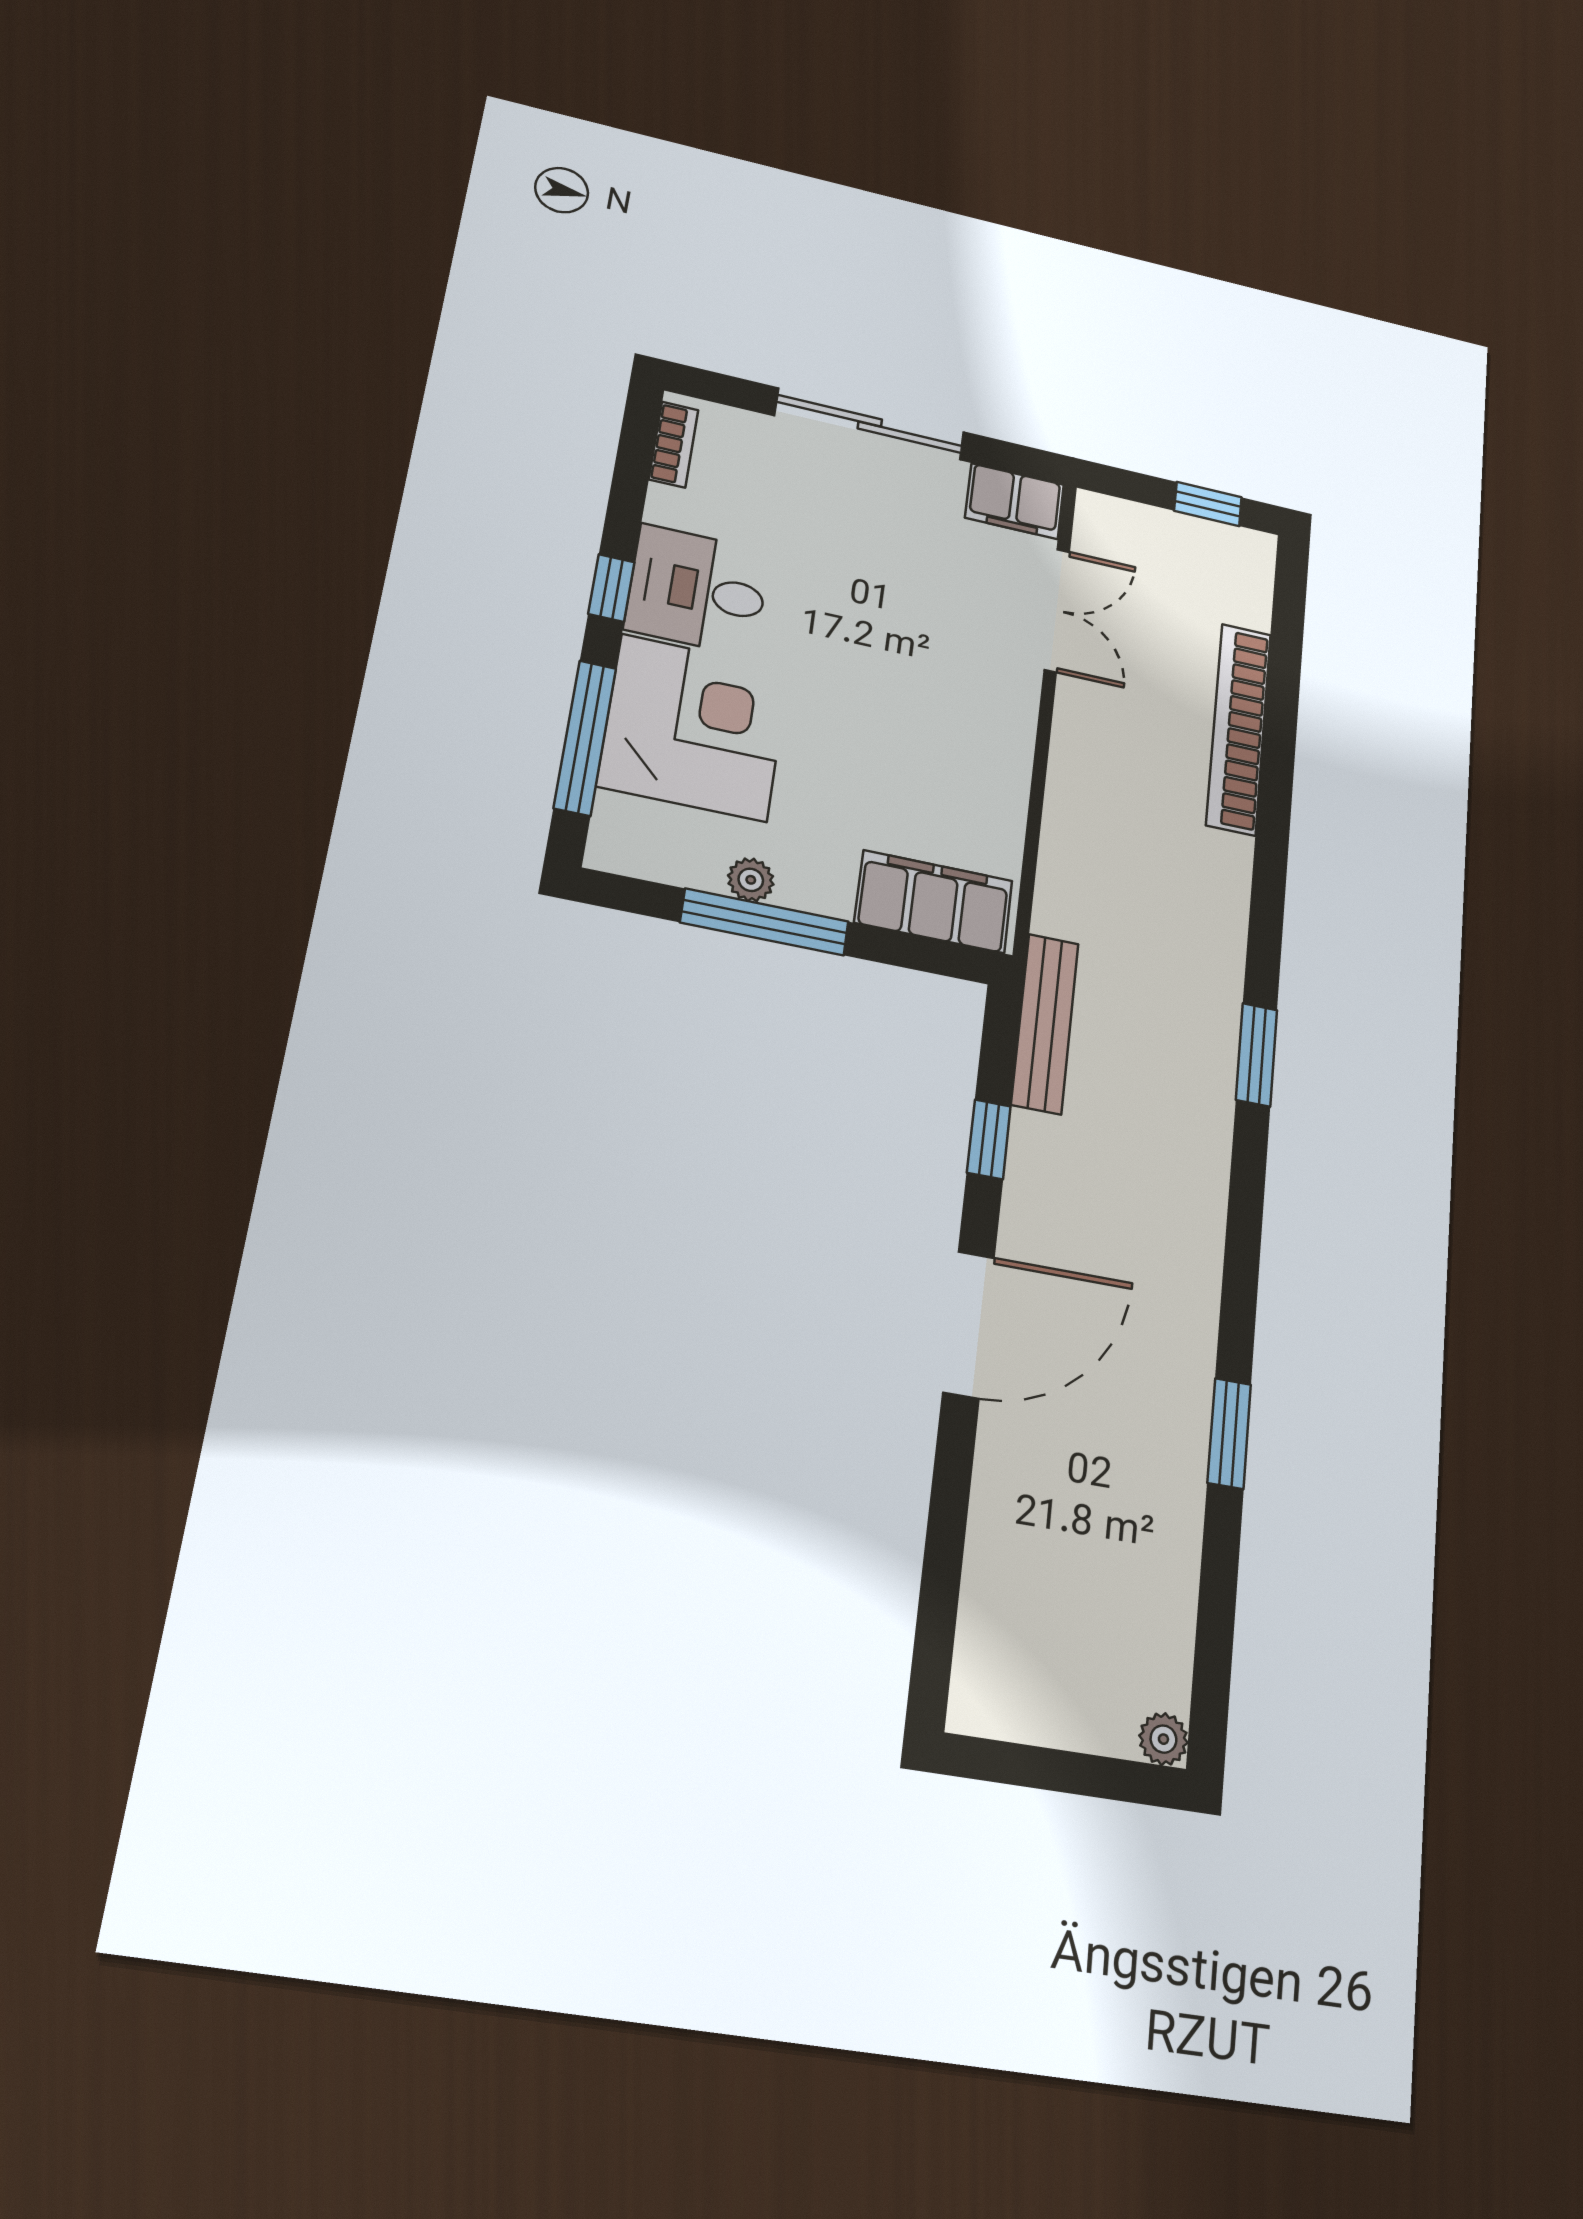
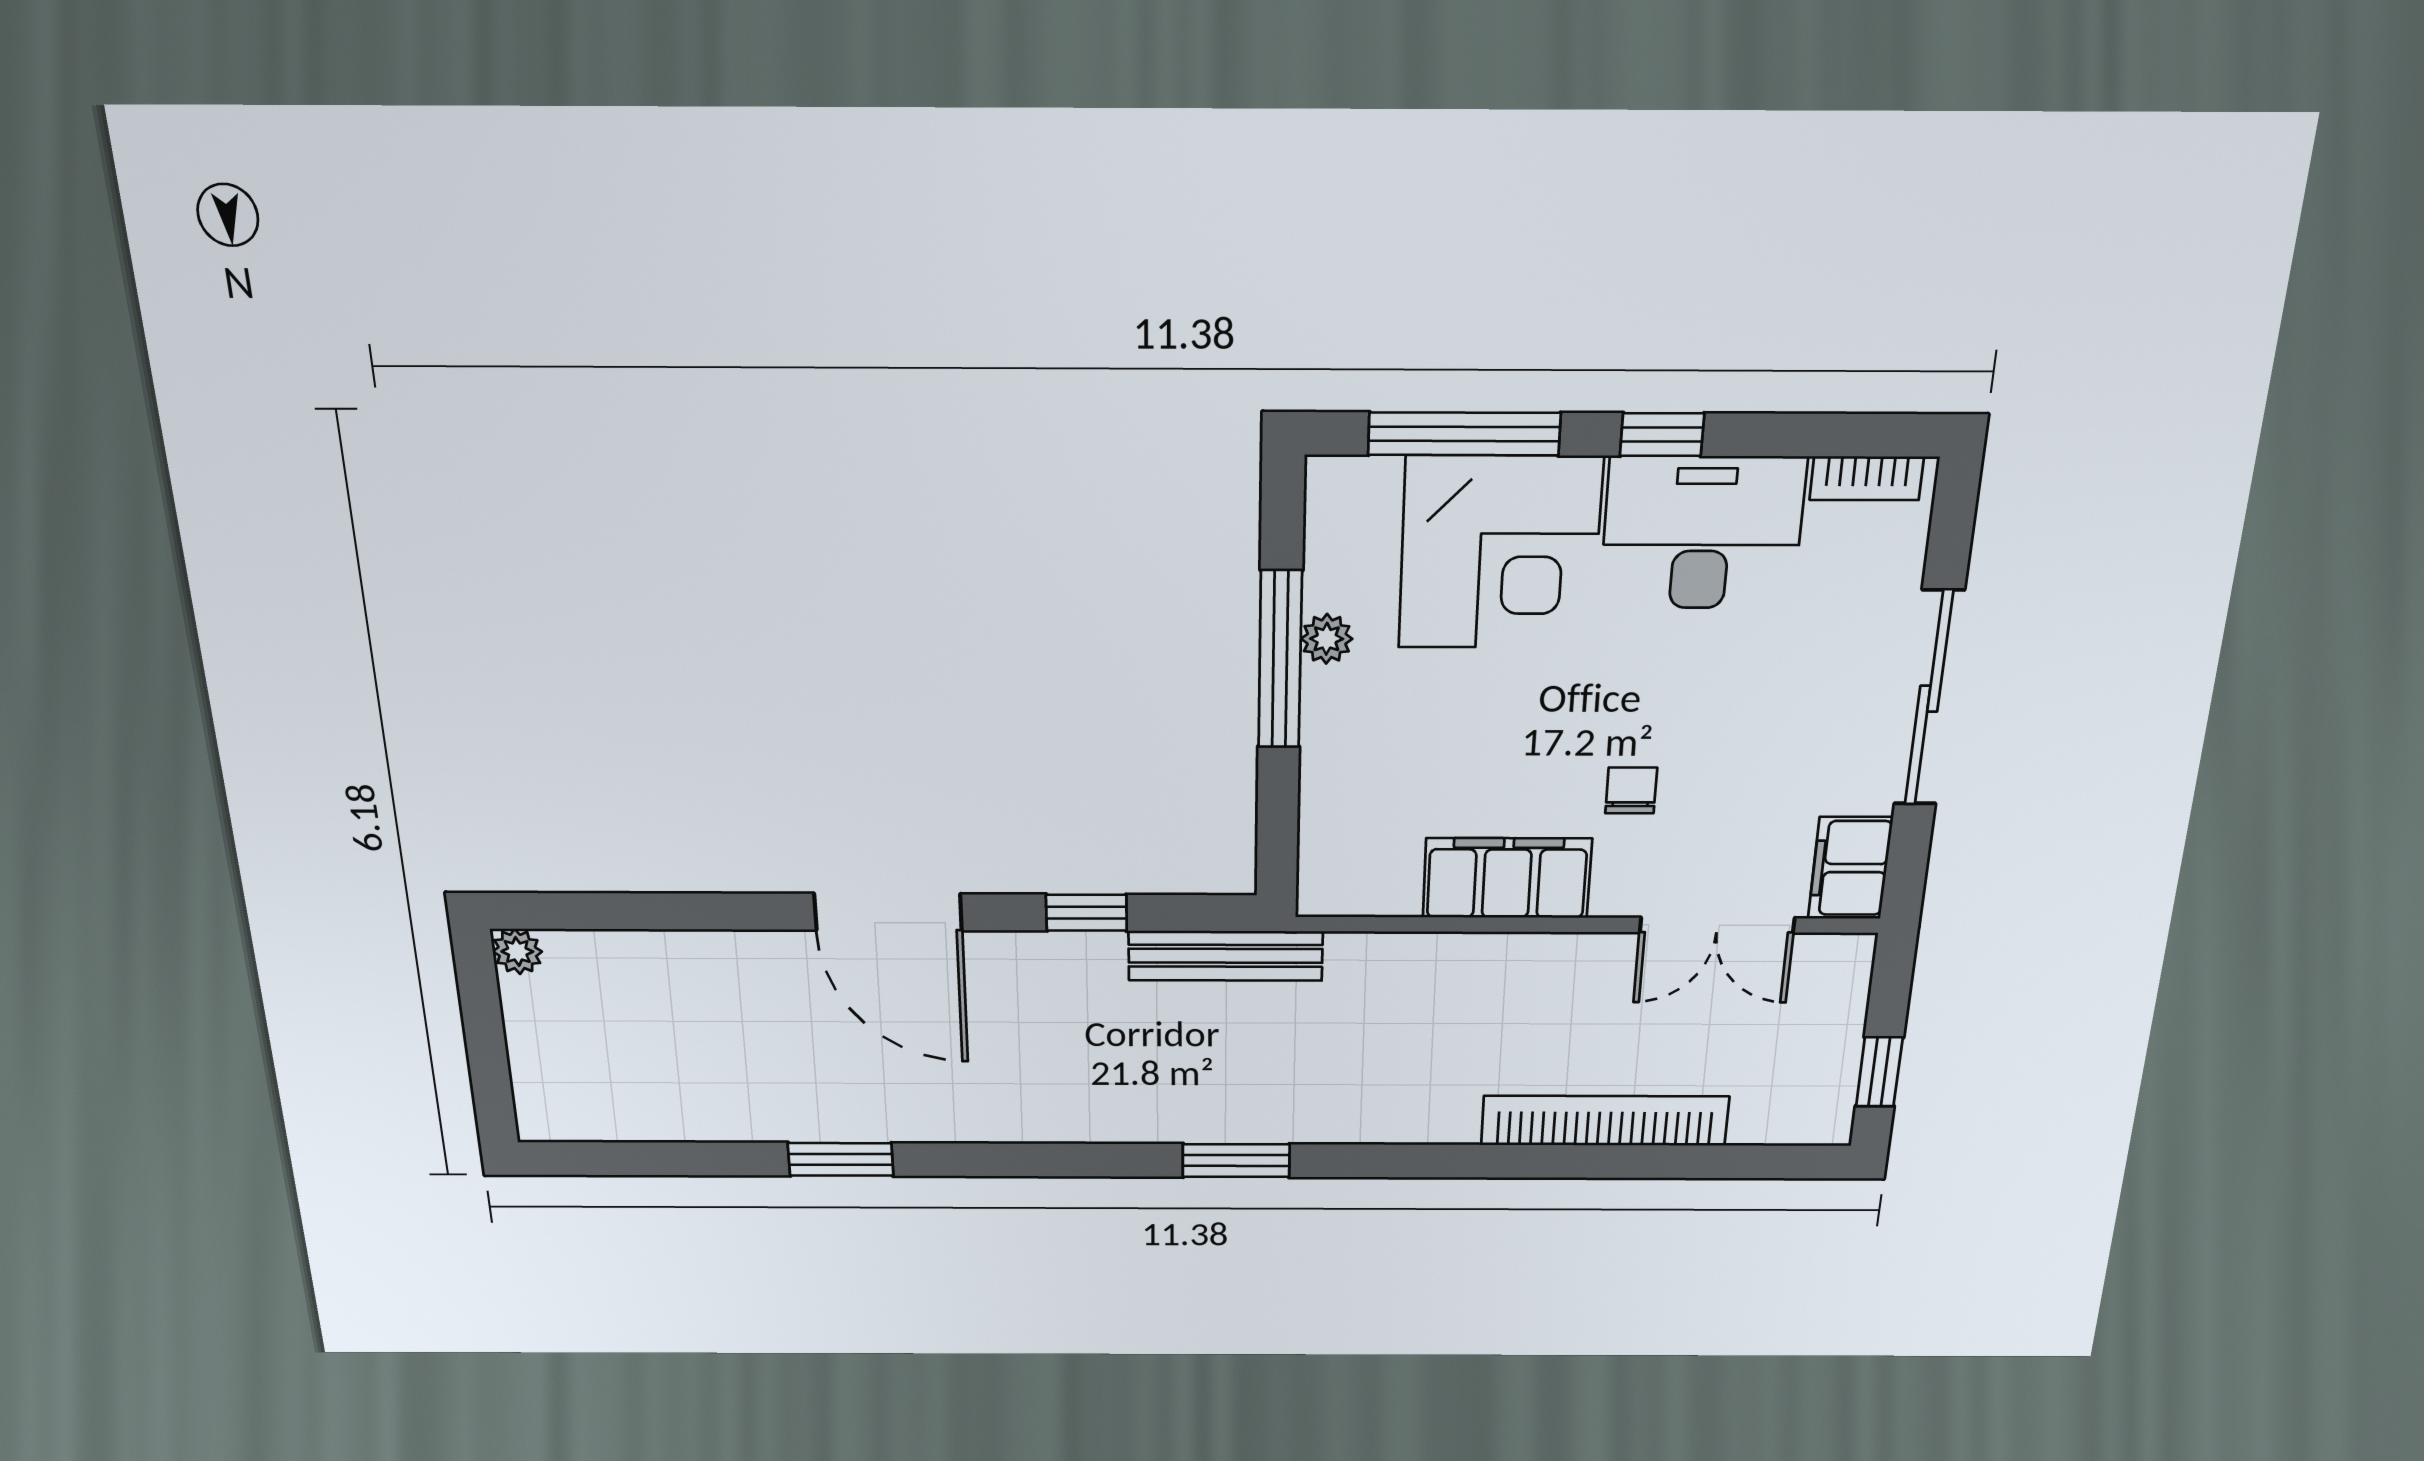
desk: (697, 590) -> (1702, 533), width x1.37
chair: (923, 659) -> (1631, 791), added
filing cabinet: (934, 902) -> (1507, 878), moved, turned -90
plant: (1163, 1739) -> (517, 952), moved

